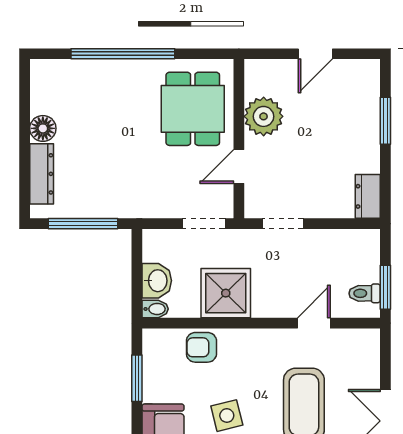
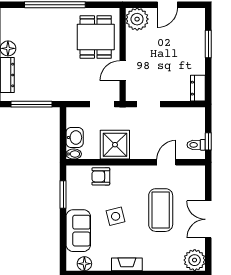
plant: (264, 116) -> (137, 19), moved
window: (385, 287) -> (208, 141), width x0.67

